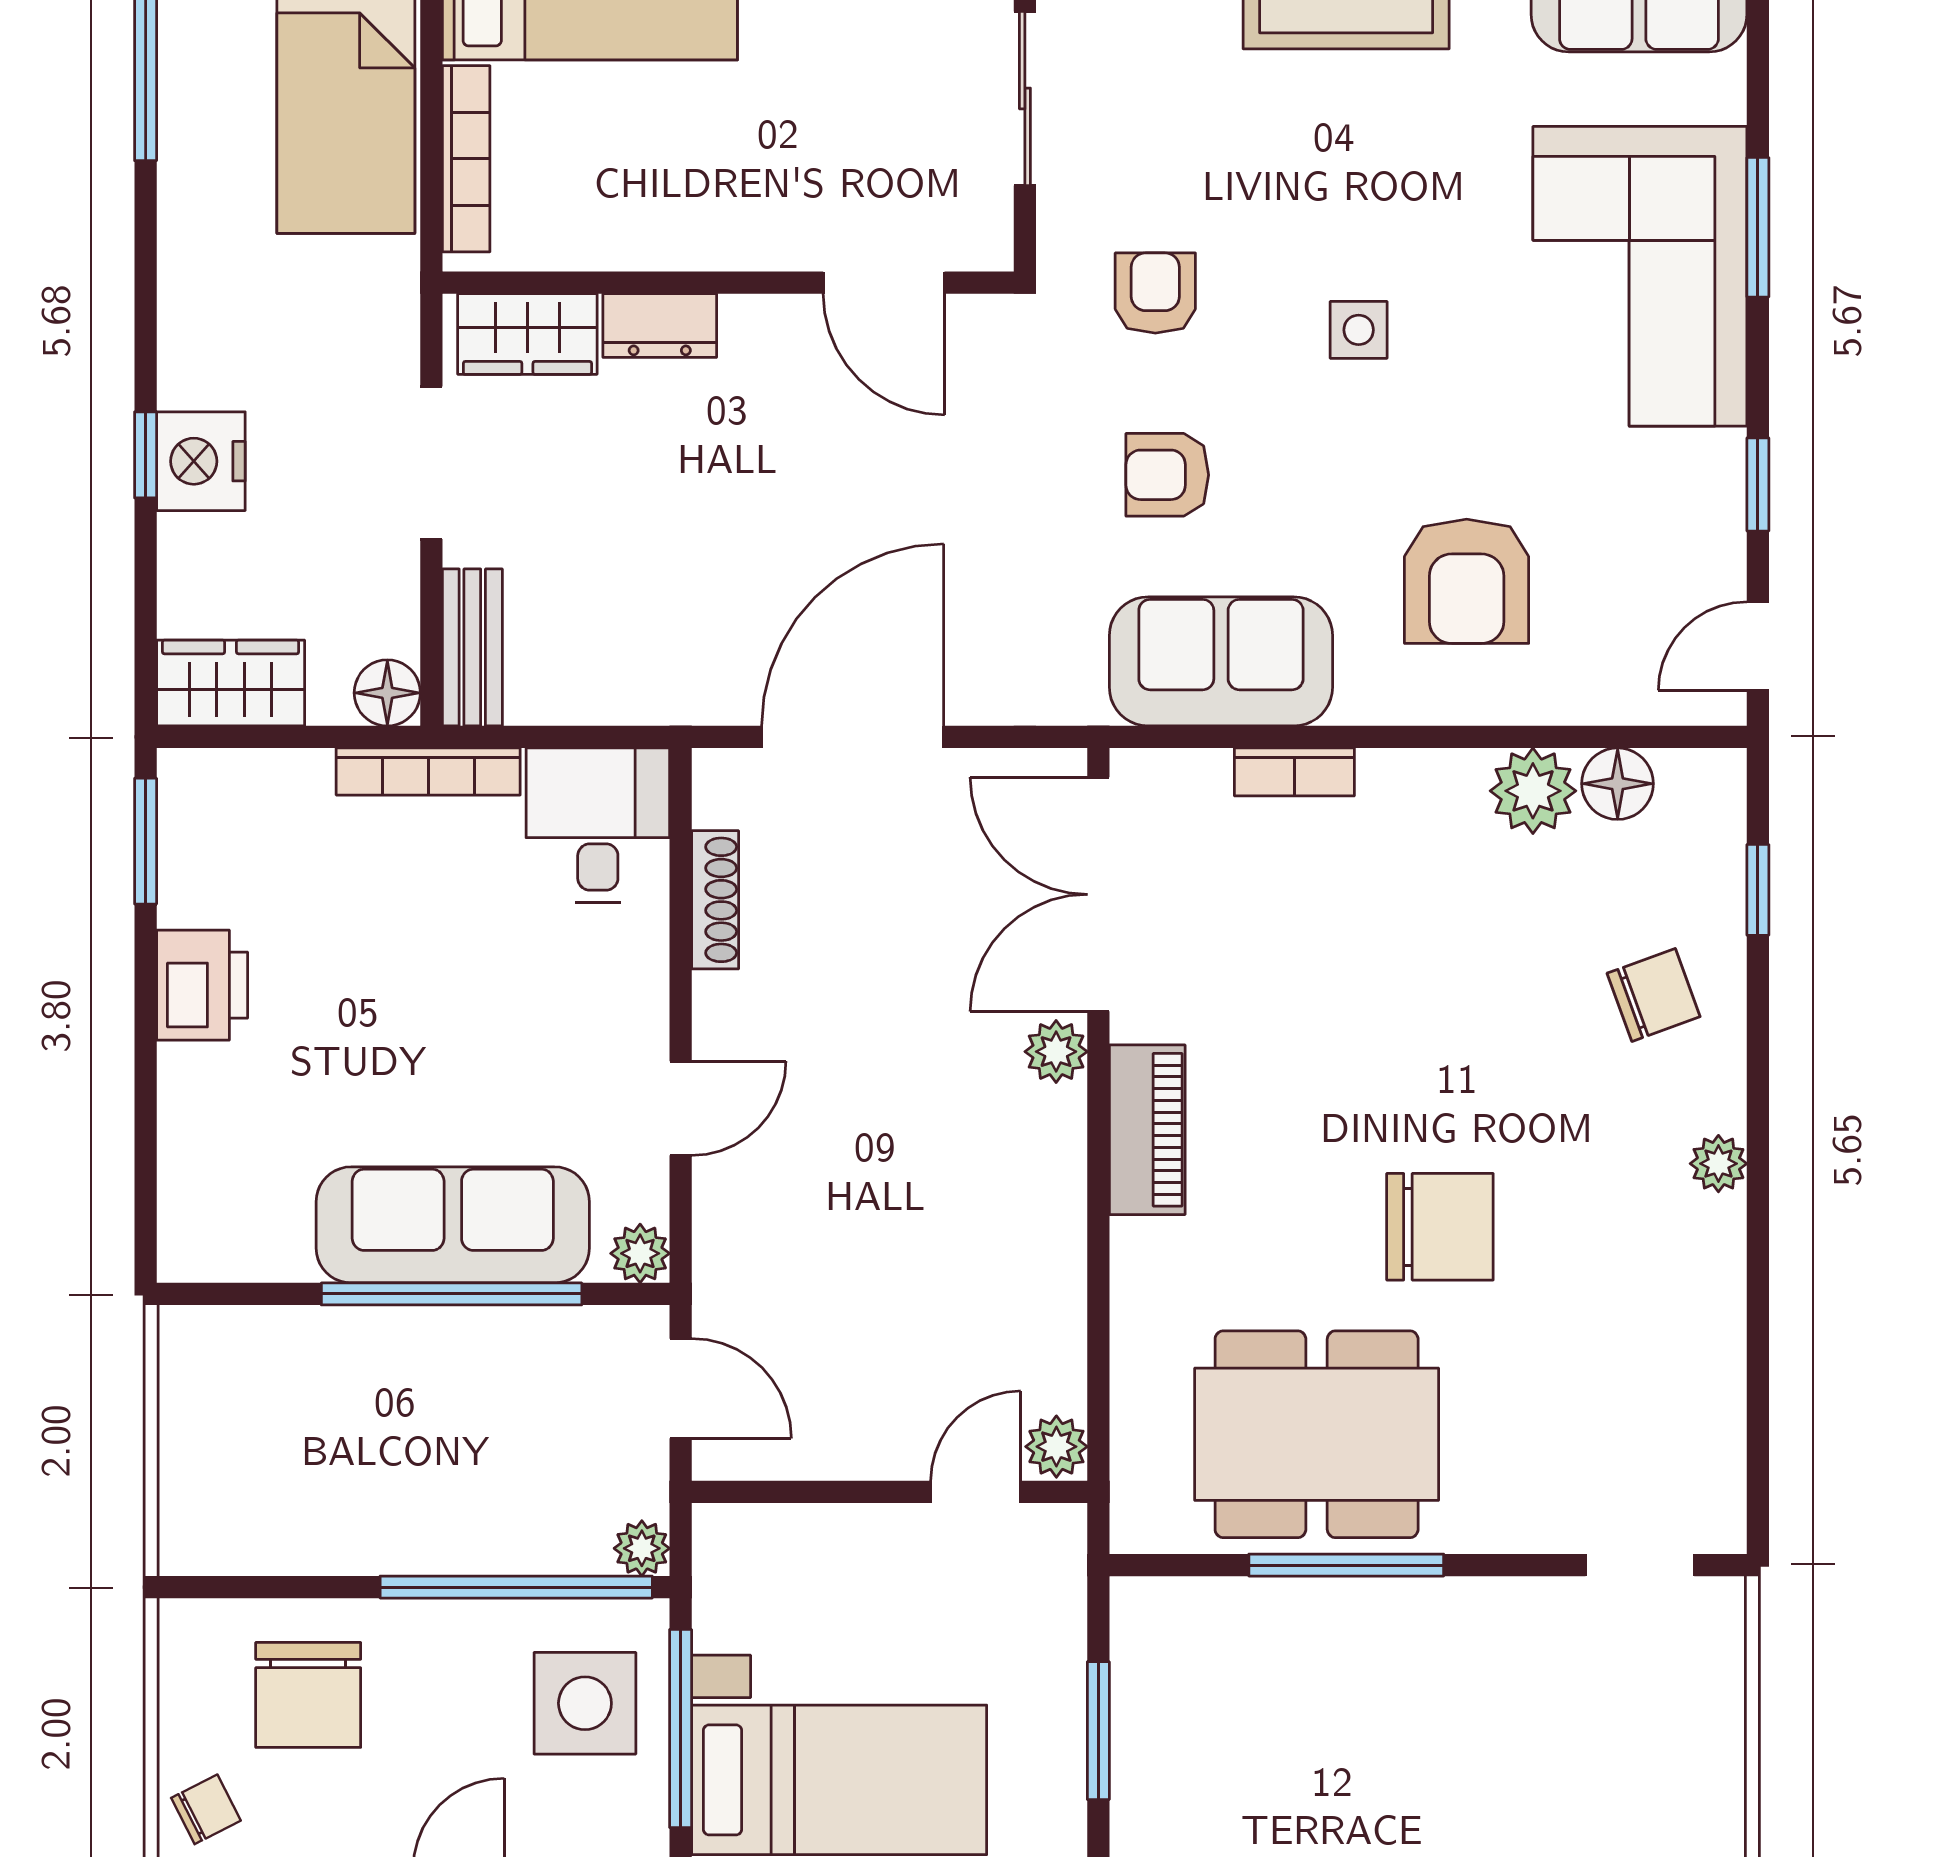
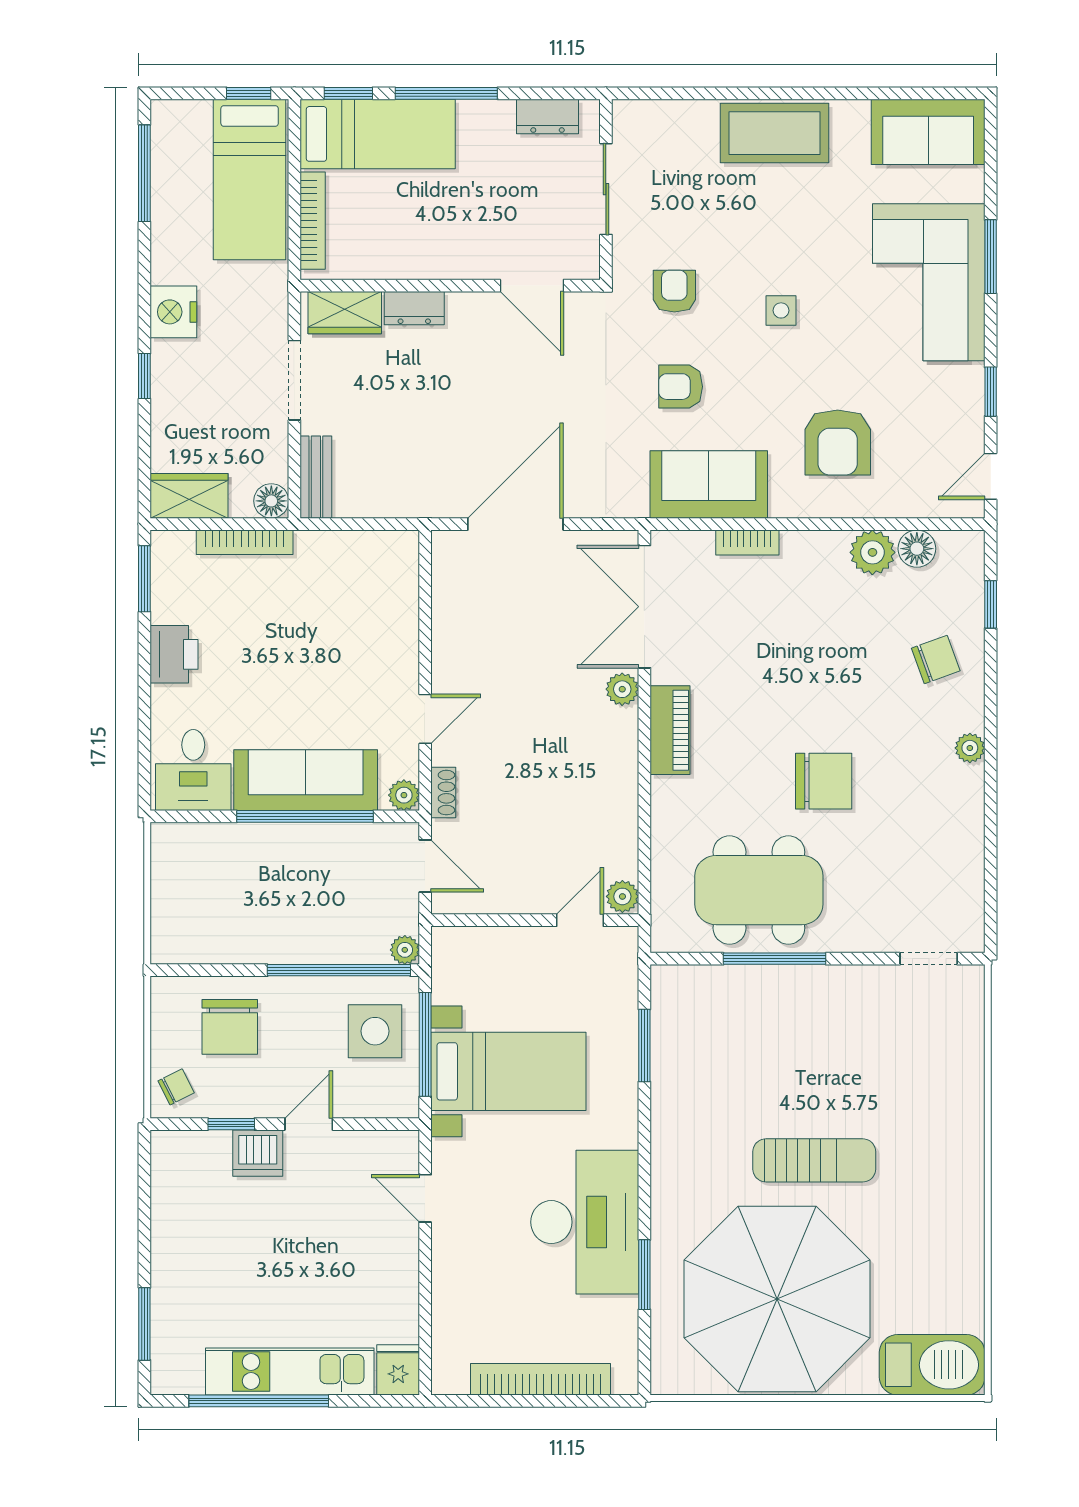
nightstand: (201, 461) -> (173, 312), moved
bookcase: (428, 771) -> (245, 542), moved
desk: (598, 825) -> (193, 770), moved, turned 180
shoe rack: (715, 900) -> (443, 793), moved, width x0.70

